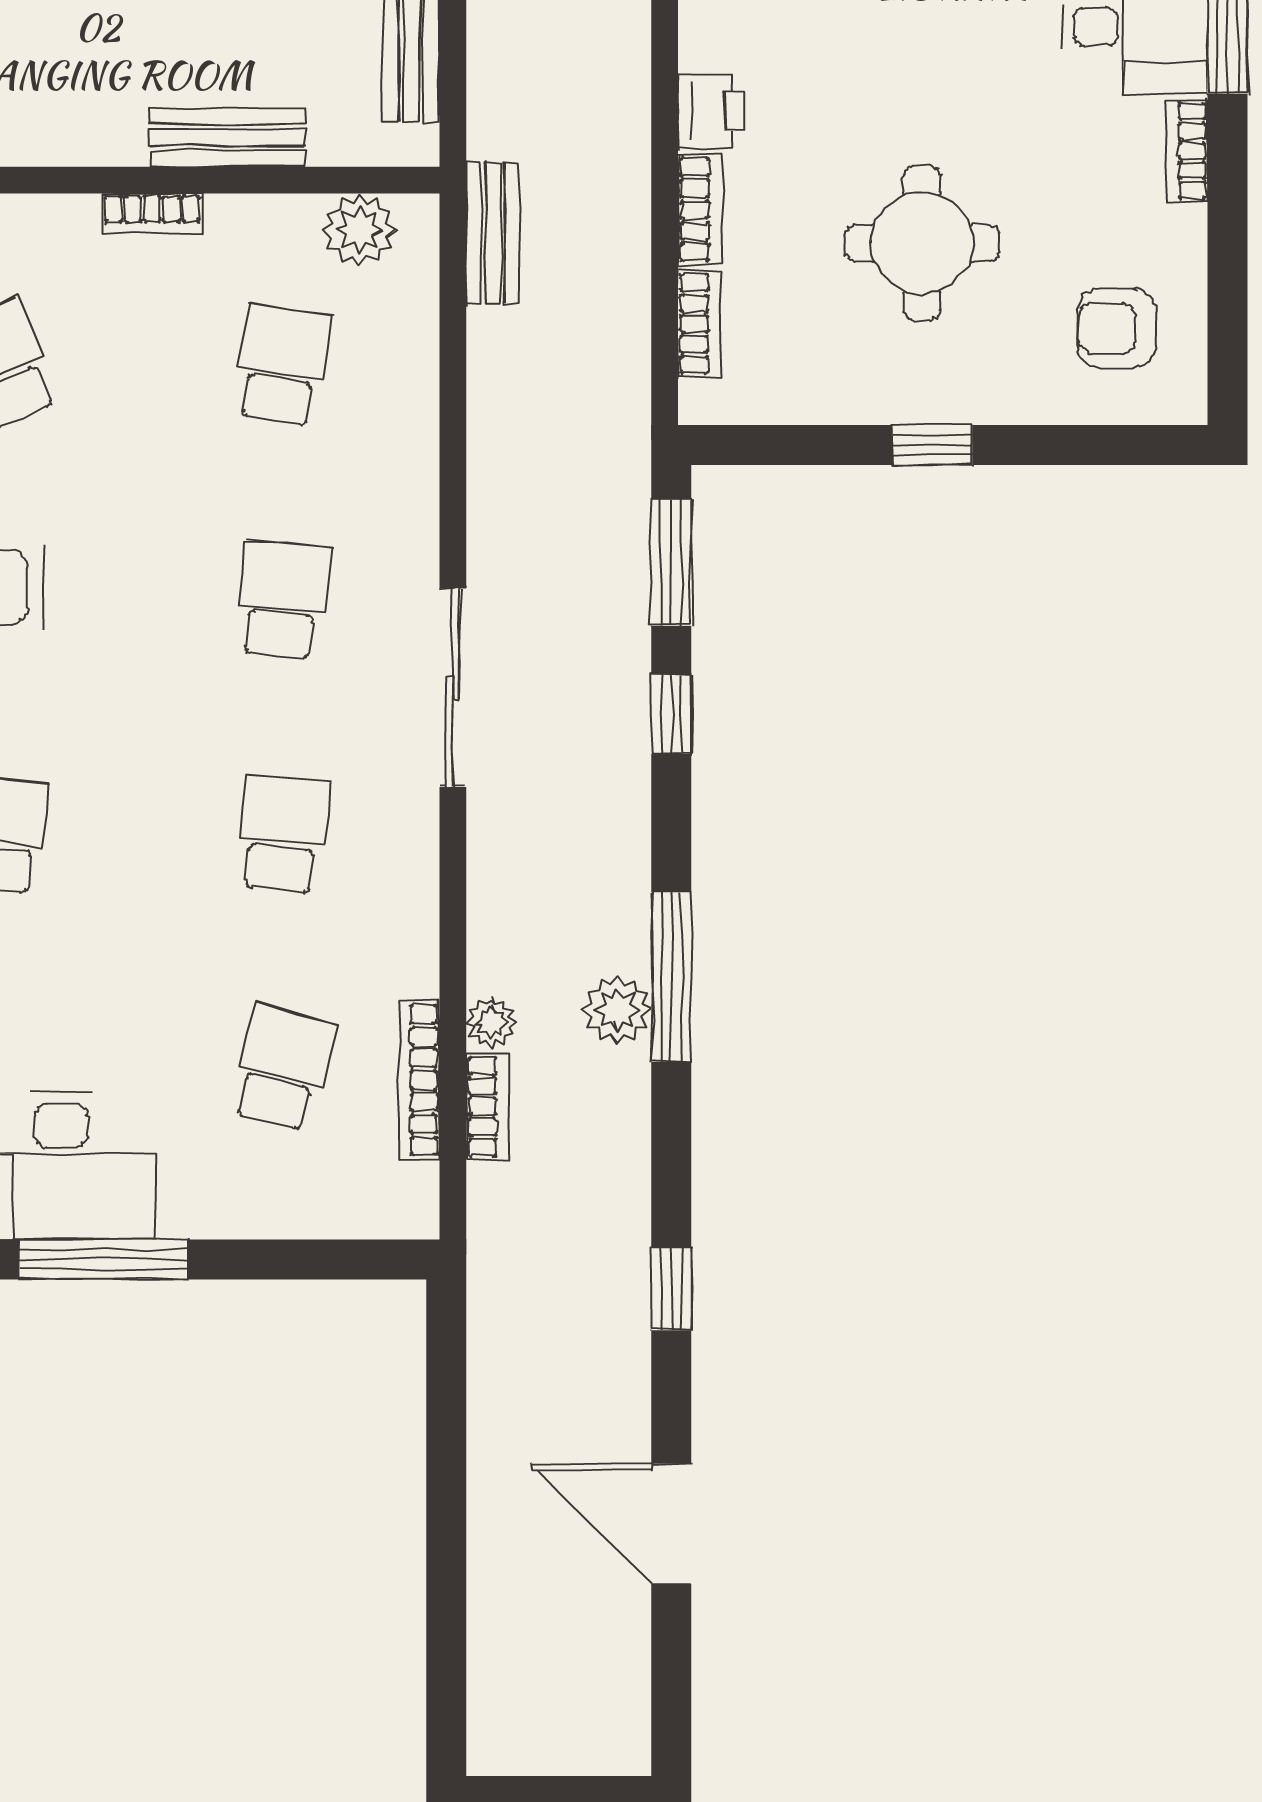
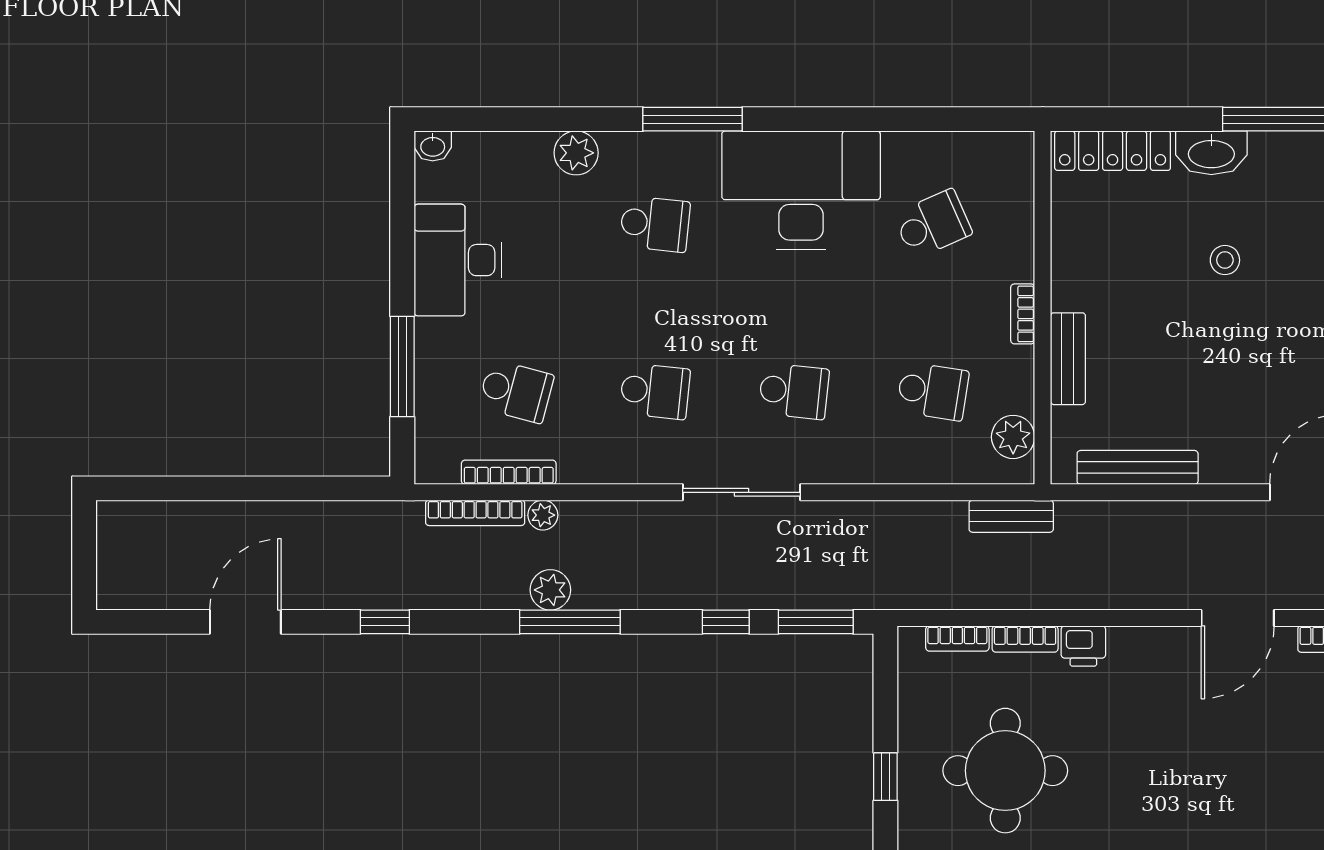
round table: (922, 243) -> (1005, 771), width x1.36, depth x1.36
bookcase: (487, 1107) -> (475, 513), width x1.56
window: (104, 1260) -> (402, 366), moved

